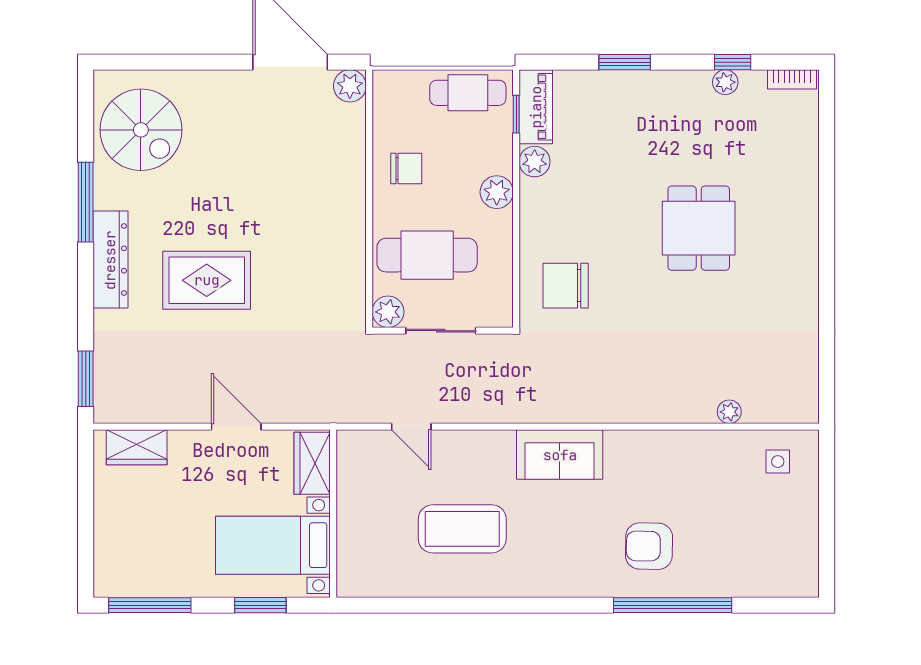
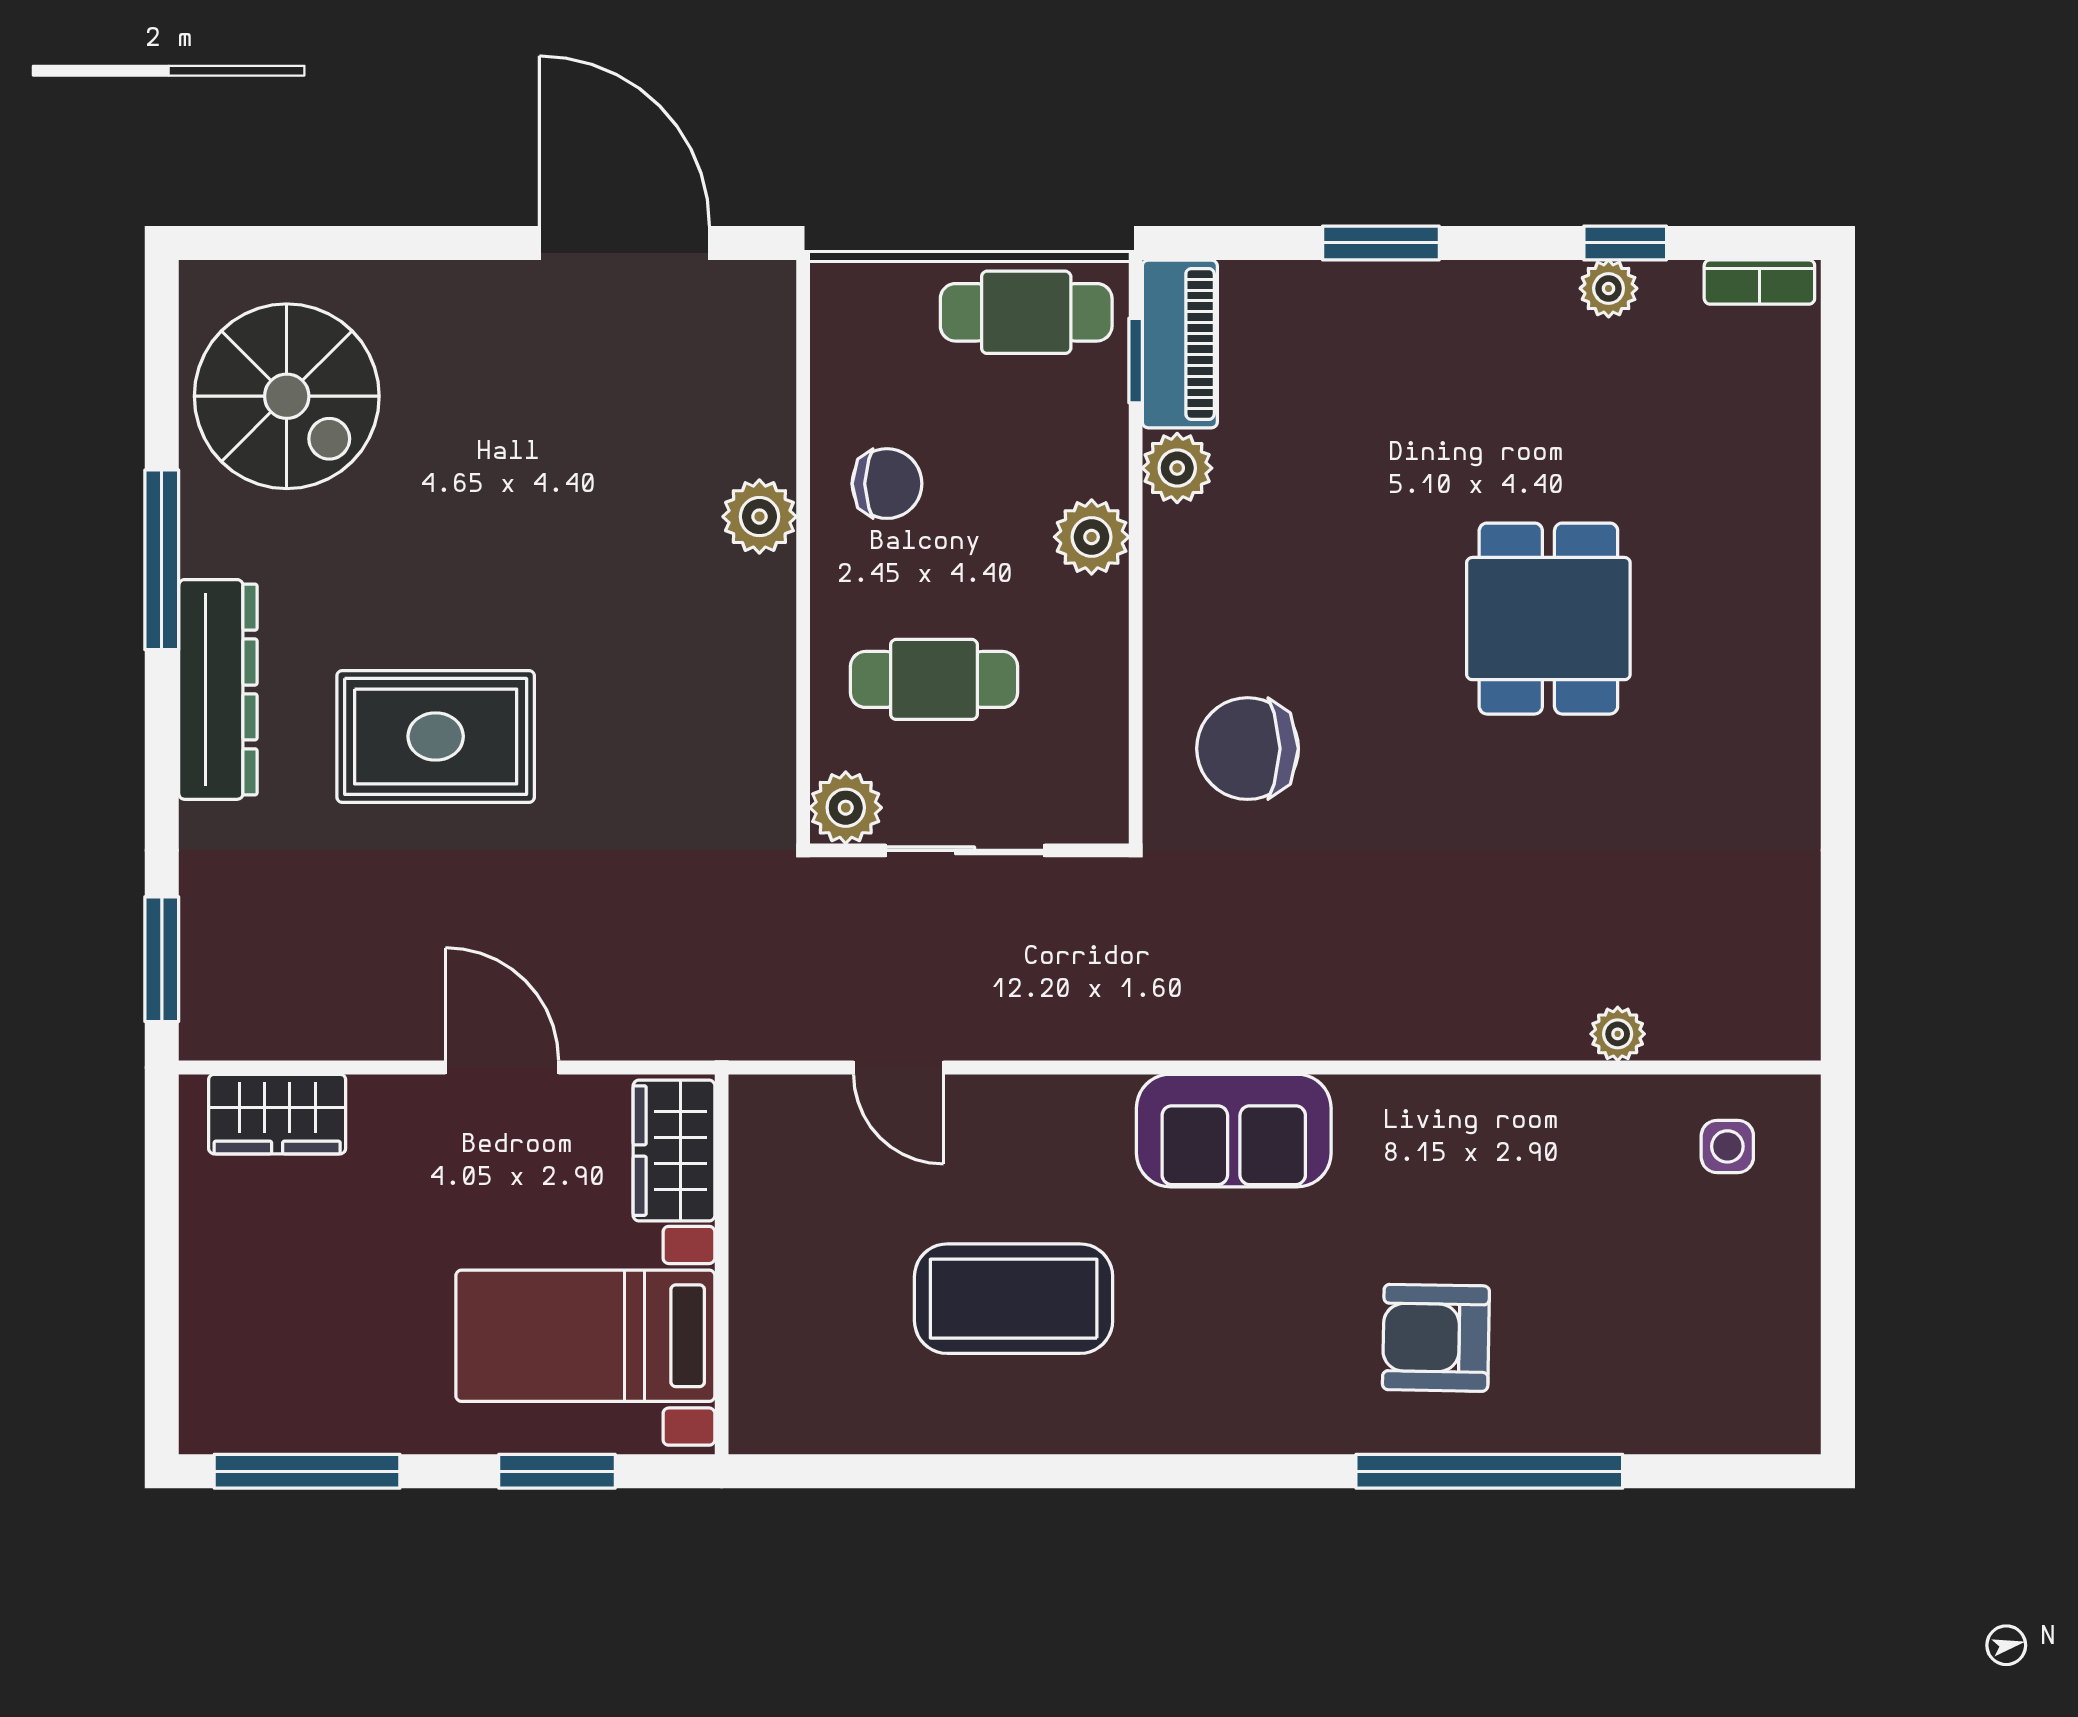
plant: (350, 86) -> (759, 517), moved
cafe table: (427, 255) -> (934, 679), width x0.73, depth x0.74

